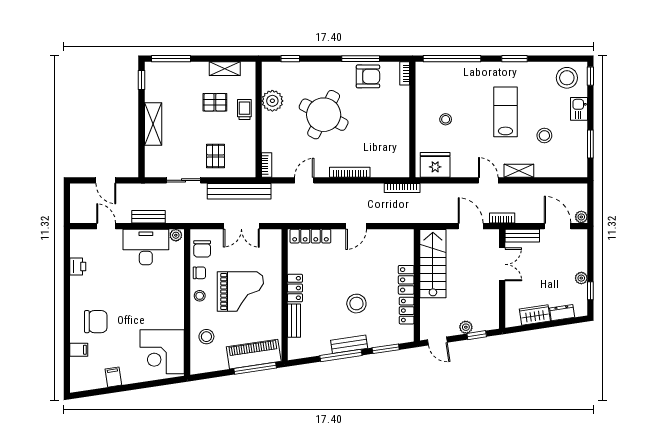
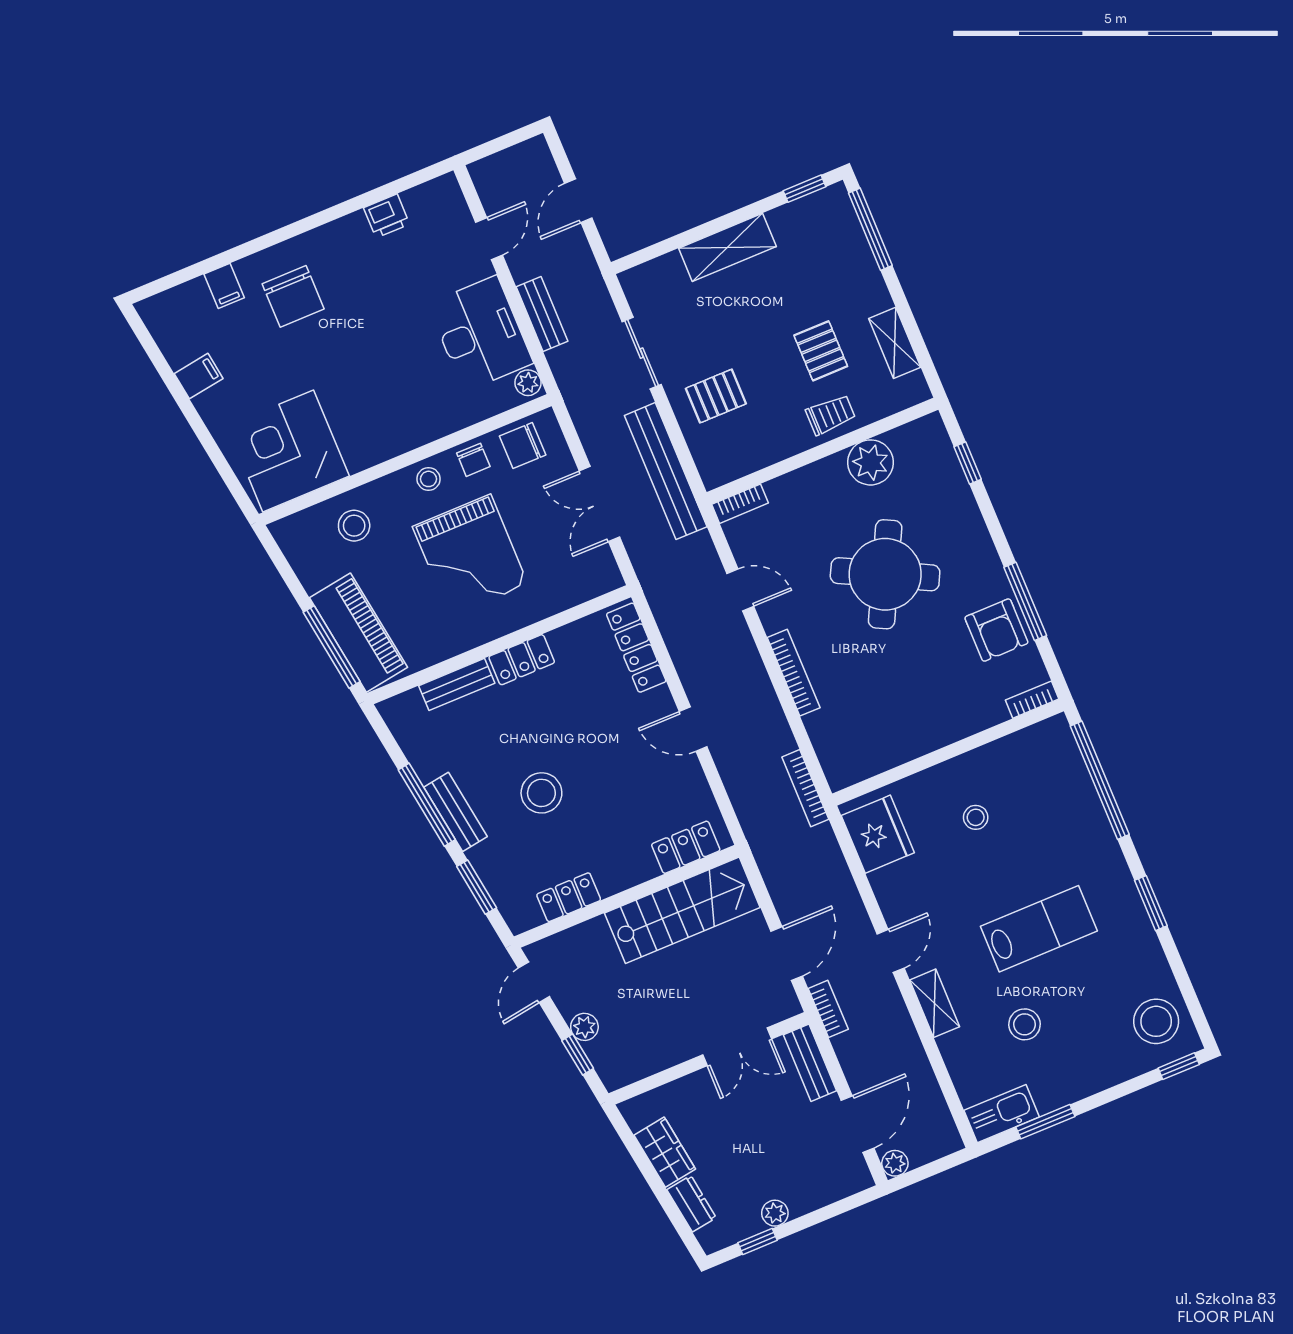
kitchen sink: (579, 109) -> (1002, 1114), moved, width x1.38
locker: (406, 280) -> (686, 847), moved

